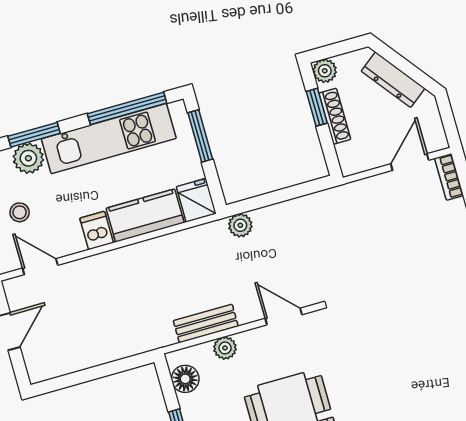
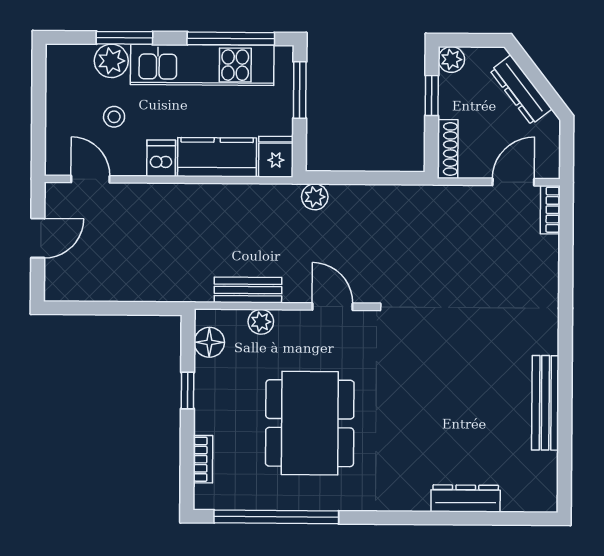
shoe rack: (335, 116) -> (448, 149), moved
stool: (20, 212) -> (114, 117), moved

